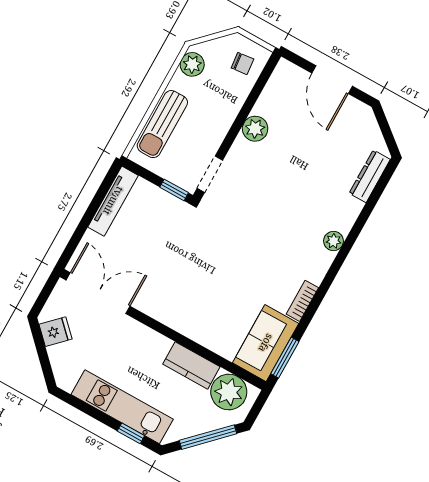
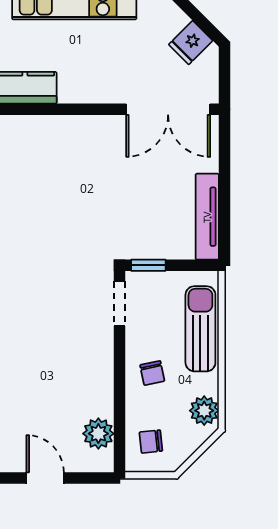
door: (332, 80) -> (45, 478), width x0.73
chair: (214, 112) -> (152, 373), added
plant: (255, 129) -> (98, 434), moved

